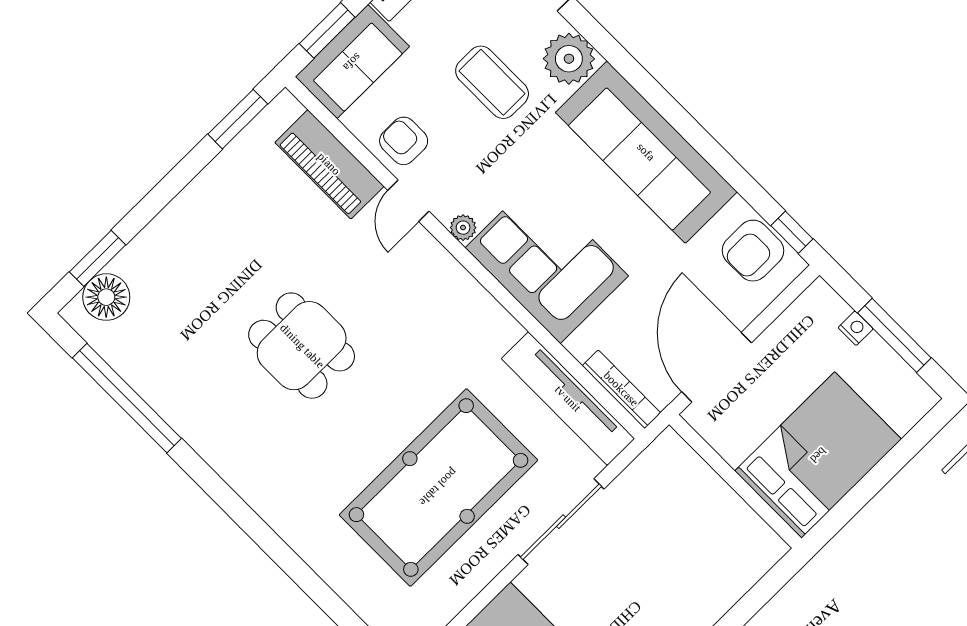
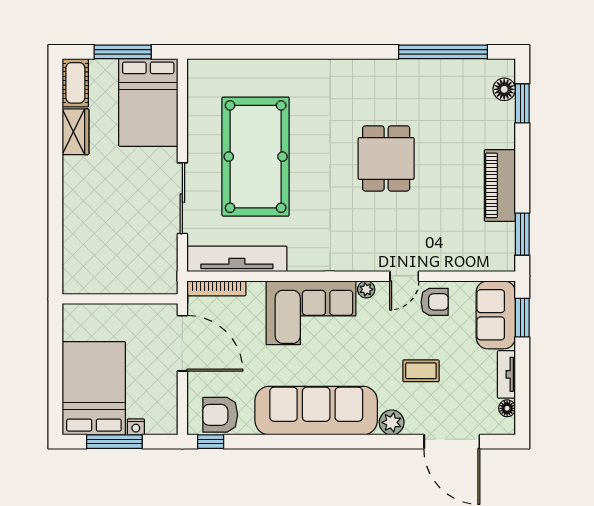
plant: (569, 59) -> (392, 422), width x0.73, depth x0.73
coffee table: (492, 82) -> (421, 371), width x0.73, depth x0.77
piano: (329, 164) -> (500, 185), moved, turned -90
door: (408, 201) -> (404, 276), swing flipped
armchair: (753, 251) -> (220, 415), turned -90
floor lamp: (106, 297) -> (504, 89), width x0.73, depth x0.73
dining table: (302, 346) -> (386, 158), turned 90
bed: (818, 455) -> (94, 388), moved, turned 180

